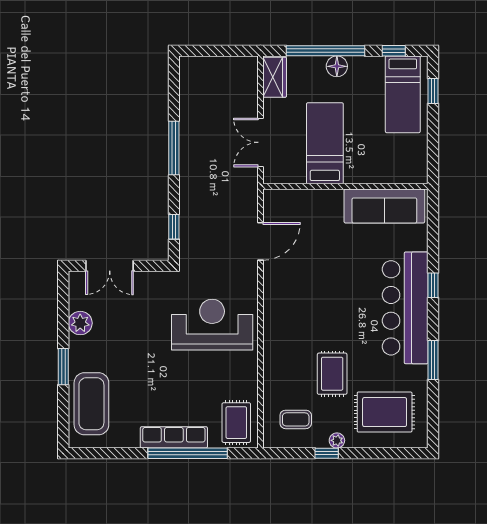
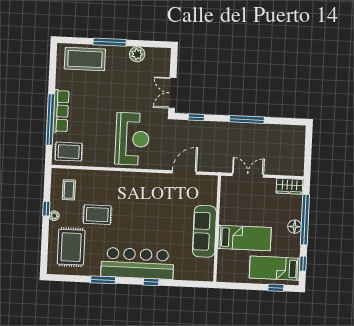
bed: (325, 143) -> (244, 238), moved
sofa: (384, 206) -> (204, 231), moved
door: (260, 241) -> (184, 172), swing flipped
double door: (110, 266) -> (172, 93), moved
window: (63, 367) -> (110, 42), width x1.44

